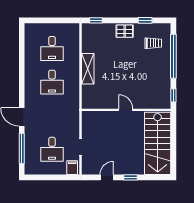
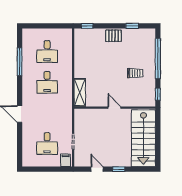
trolley: (153, 43) -> (135, 73), moved
shelving: (88, 69) -> (80, 92), moved
window: (22, 148) -> (20, 62), moved
door: (107, 177) -> (97, 169), hinge flipped

